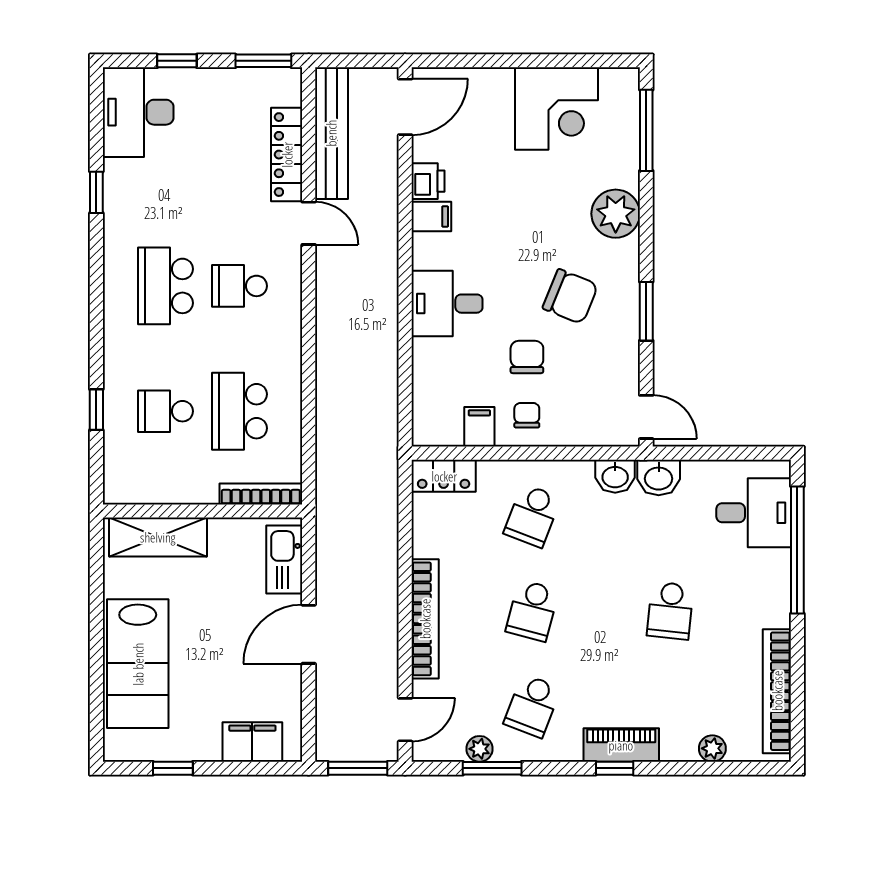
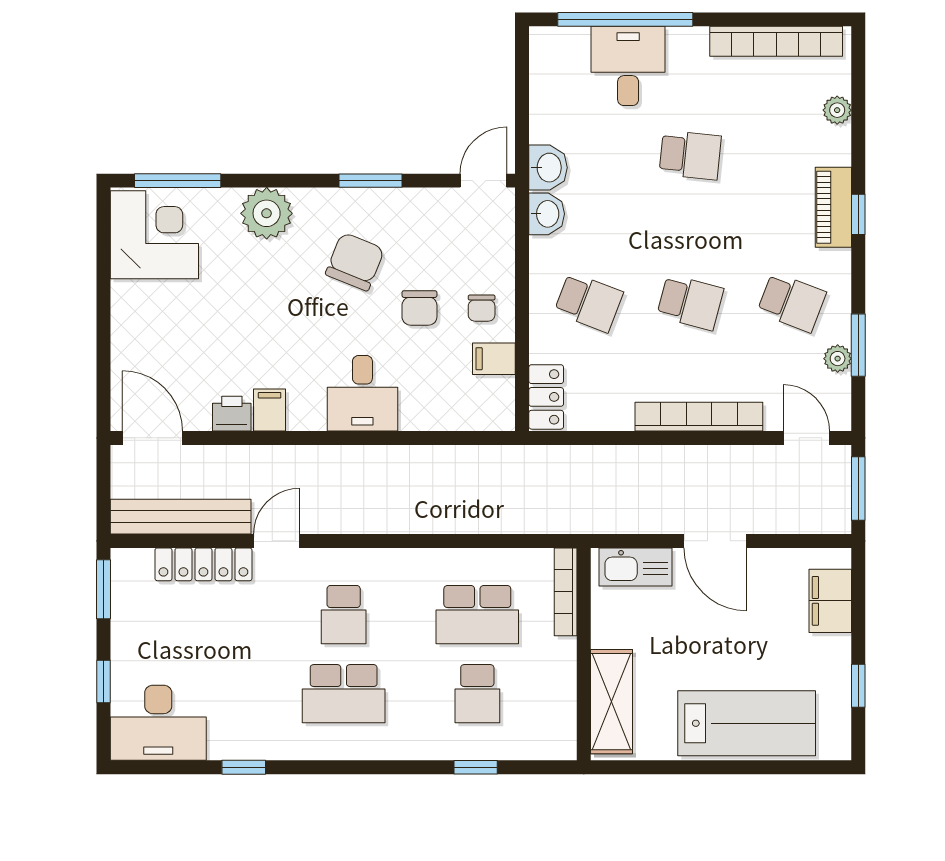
corner desk: (557, 109) -> (154, 235), moved
chair: (527, 357) -> (419, 308), turned -90
chair: (527, 415) -> (482, 308), turned -90
desk: (754, 513) -> (628, 66), moved

